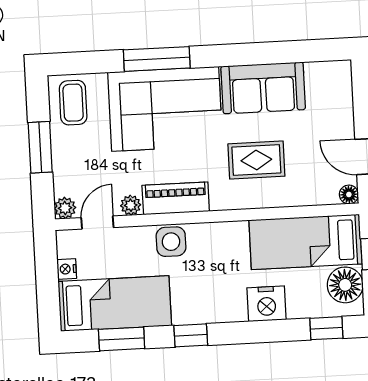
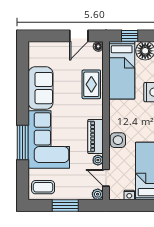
rug: (256, 160) -> (91, 84), moved

